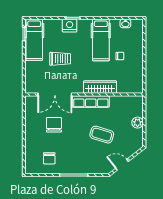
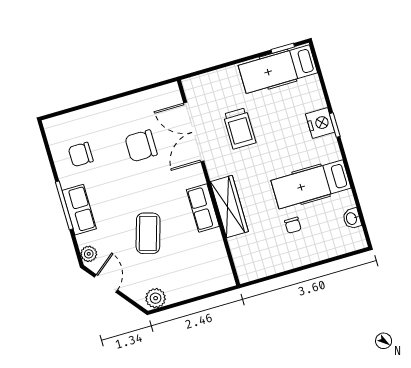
trolley: (60, 59) -> (240, 128), moved
row of seats: (91, 101) -> (203, 208), width x0.68
plant: (138, 123) -> (156, 298), moved
chair: (54, 125) -> (141, 146), turned 180
row of seats: (78, 168) -> (79, 210), added
plant: (104, 169) -> (89, 254), added

